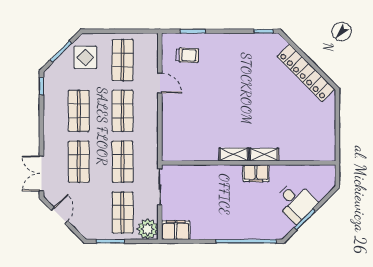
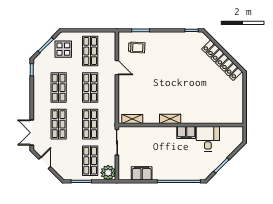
shelving: (264, 155) -> (132, 119), moved
desk: (296, 202) -> (208, 139), moved, turned -135
filing cabinet: (176, 230) -> (142, 173), moved

